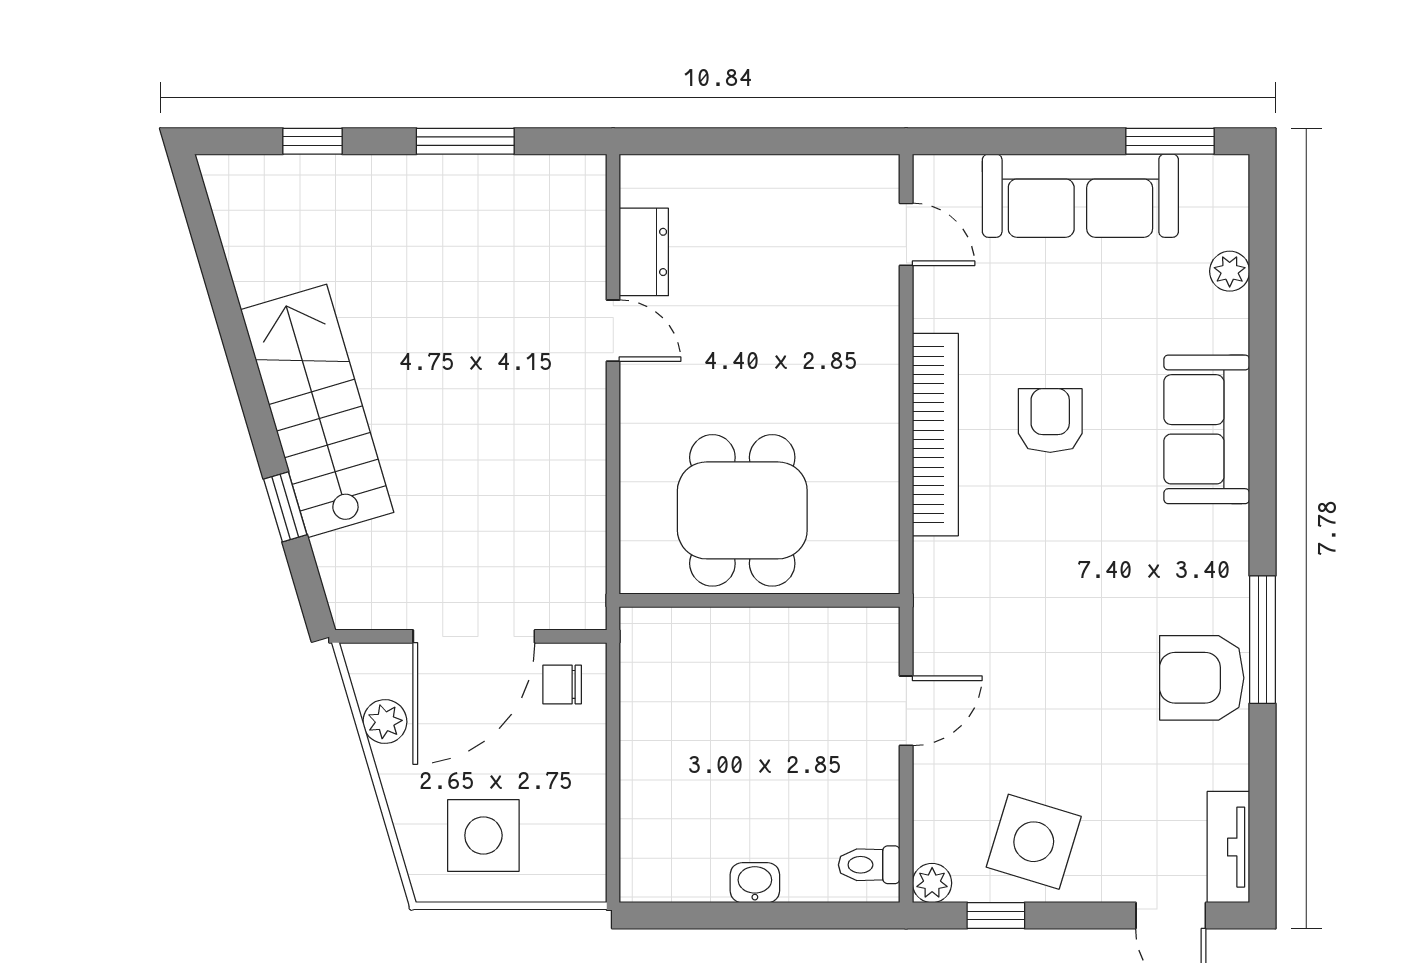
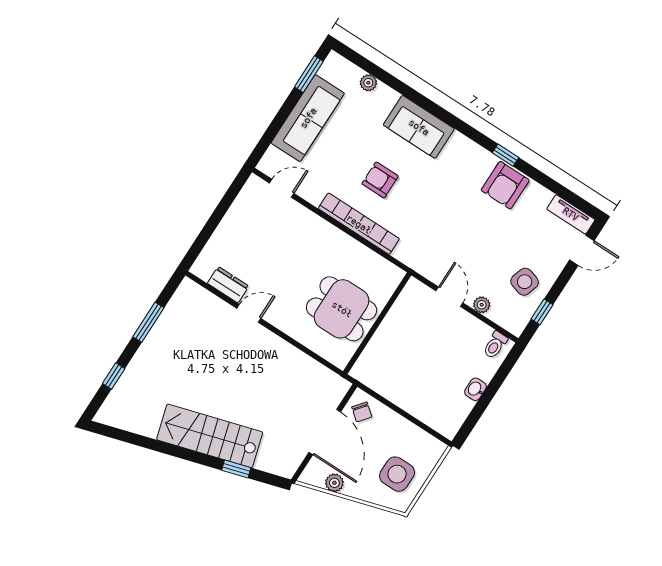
window: (1262, 640) -> (506, 155), width x0.46
chair: (562, 685) -> (362, 412), turned -51
side table: (1034, 842) -> (525, 282), width x0.73, depth x0.73
plant: (932, 883) -> (482, 305), moved

